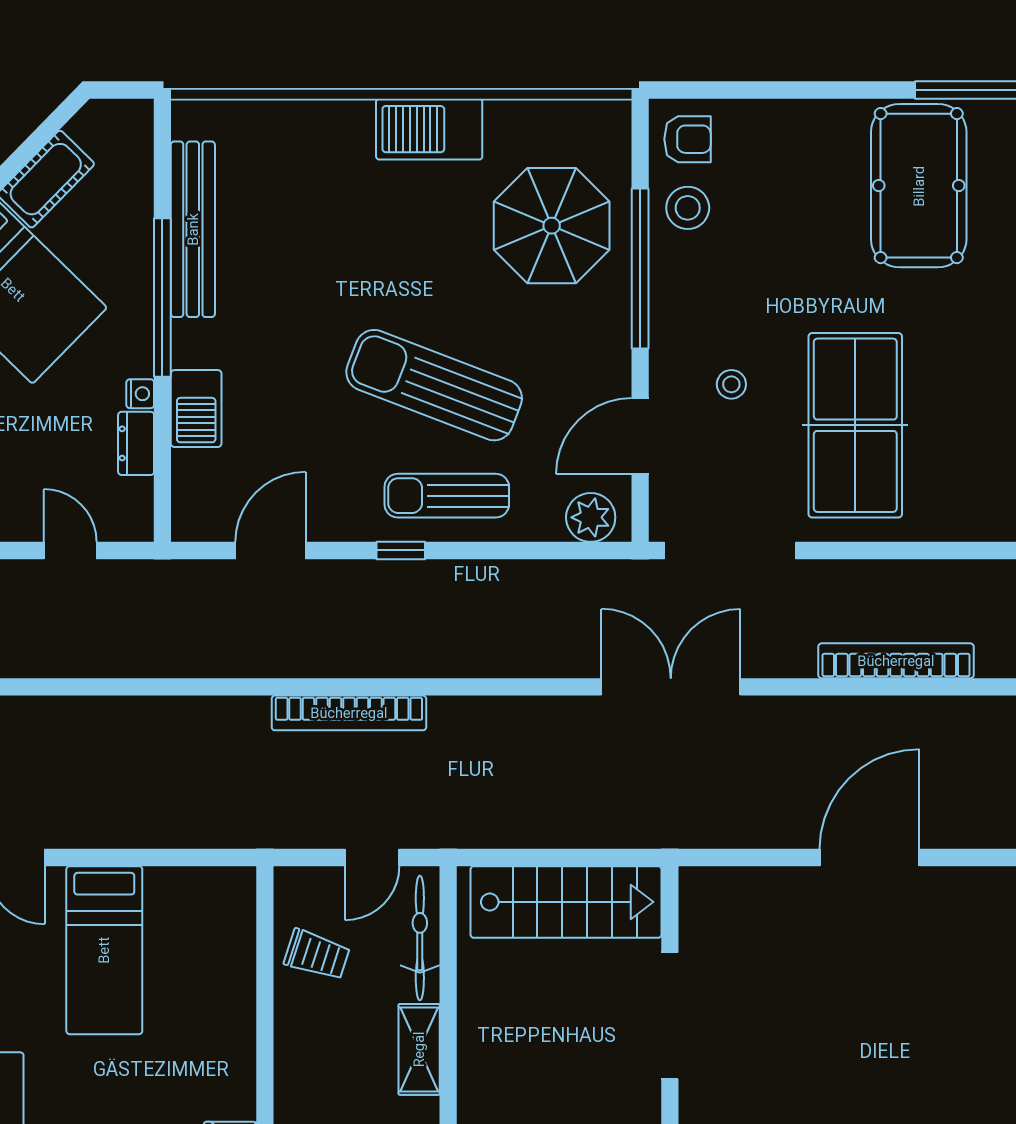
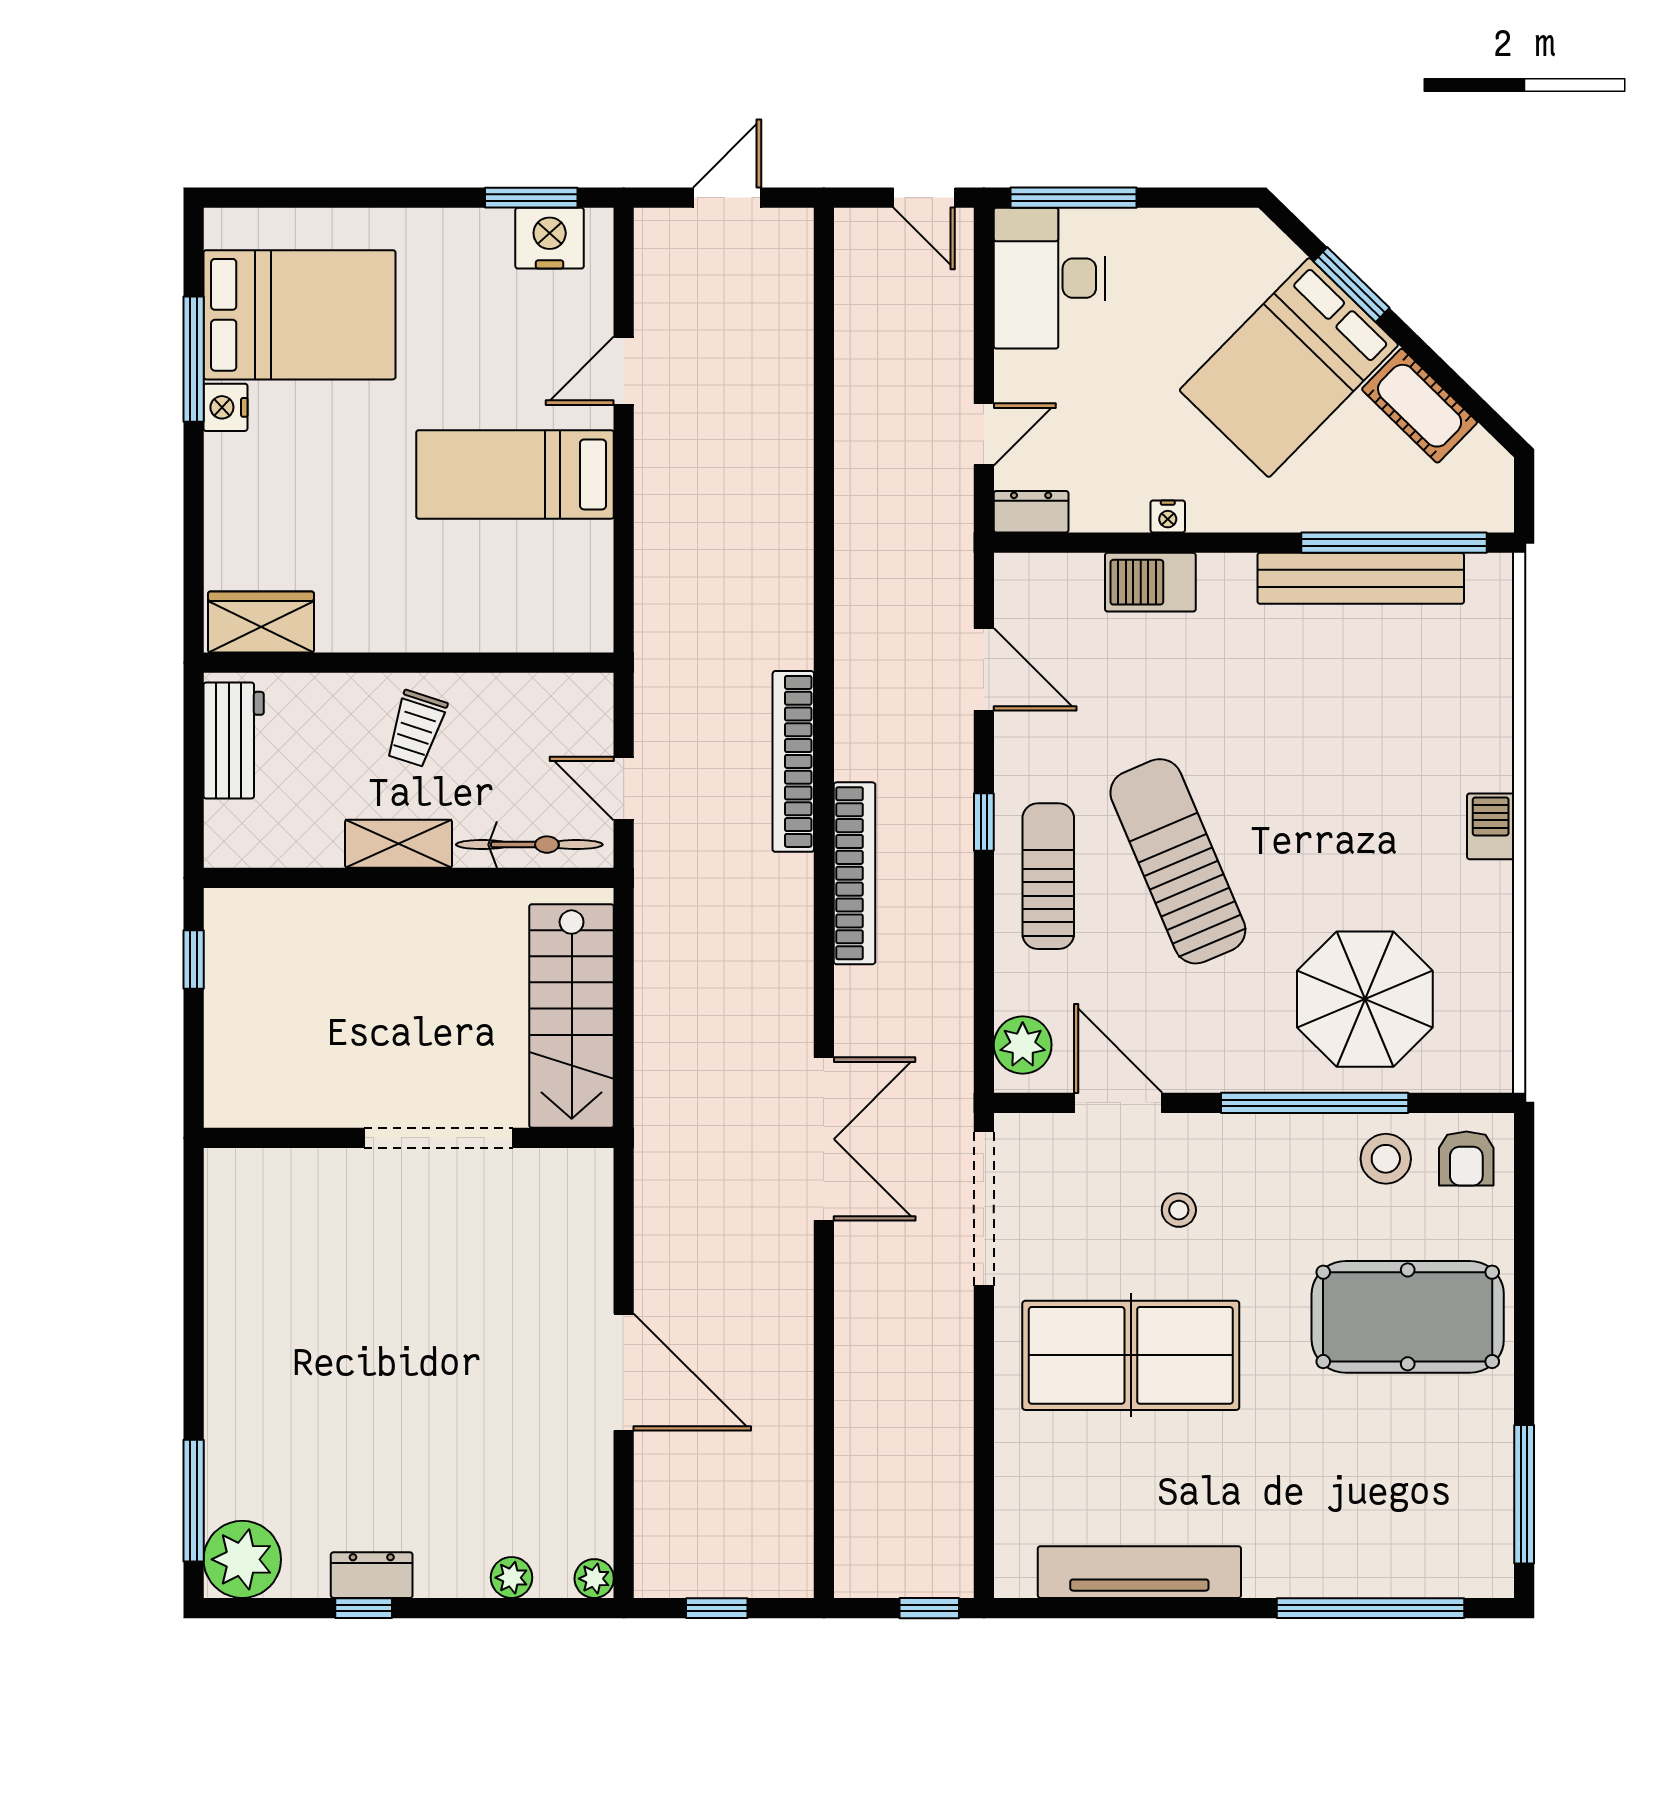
barbecue: (429, 129) -> (1491, 826), width x0.53, depth x0.65
pool table: (919, 186) -> (1408, 1317), moved
window: (162, 298) -> (1394, 543), moved
sun lounger: (434, 385) -> (1178, 861), turned -44
dresser: (136, 443) -> (1031, 512), moved
bookcase: (896, 661) -> (854, 873), moved
trolley: (317, 955) -> (416, 729), moved

